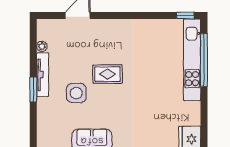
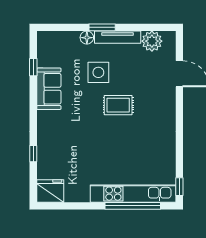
plant: (42, 46) -> (152, 41), width x1.88, depth x1.88
rug: (108, 74) -> (118, 105), turned 90
floor lamp: (43, 104) -> (87, 38), added

